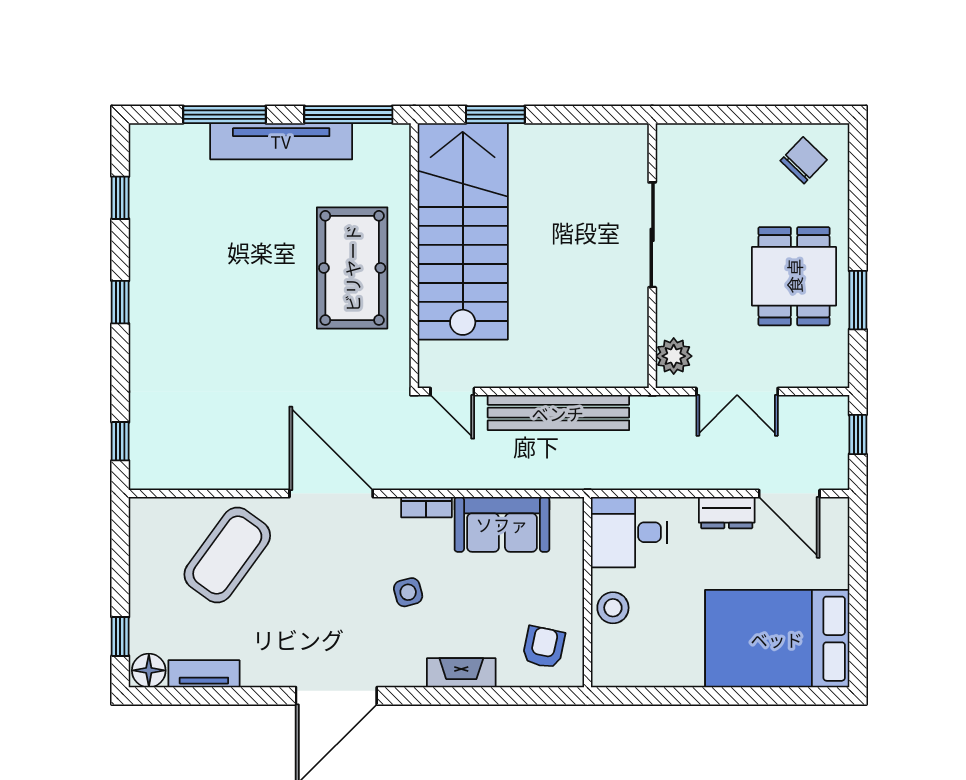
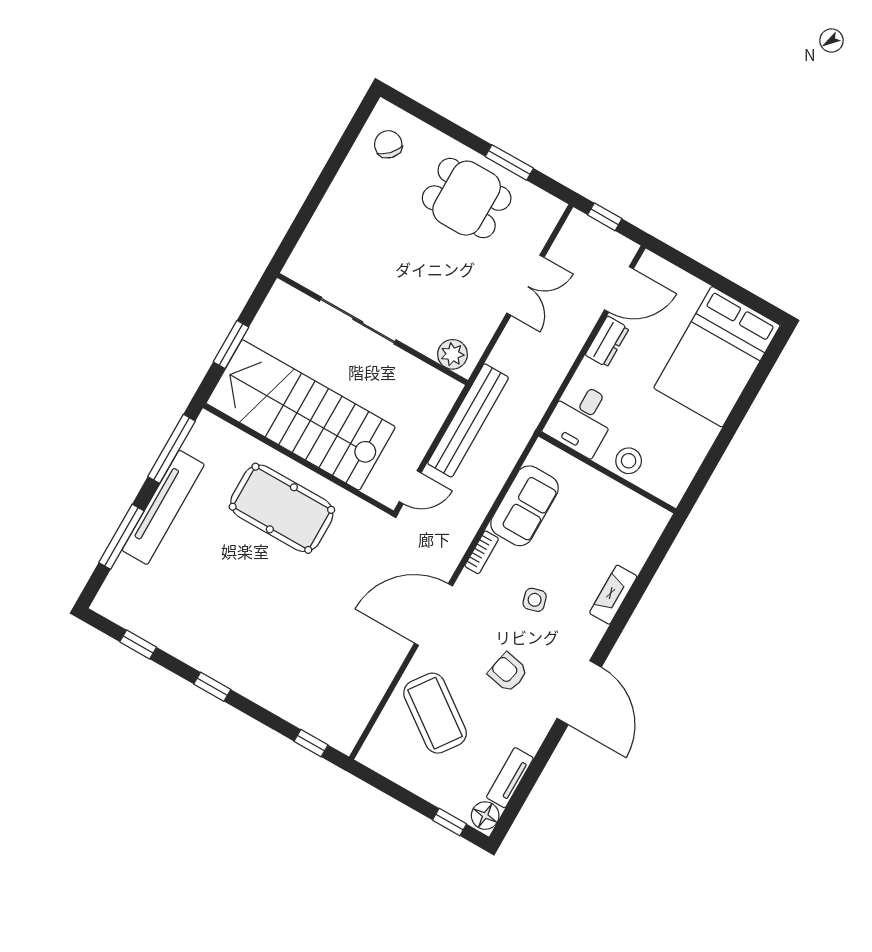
sliding door: (652, 235) -> (358, 321), moved
wall: (652, 256) -> (373, 329), moved
plant: (674, 356) -> (453, 354), moved
armchair: (544, 647) -> (508, 672), moved

